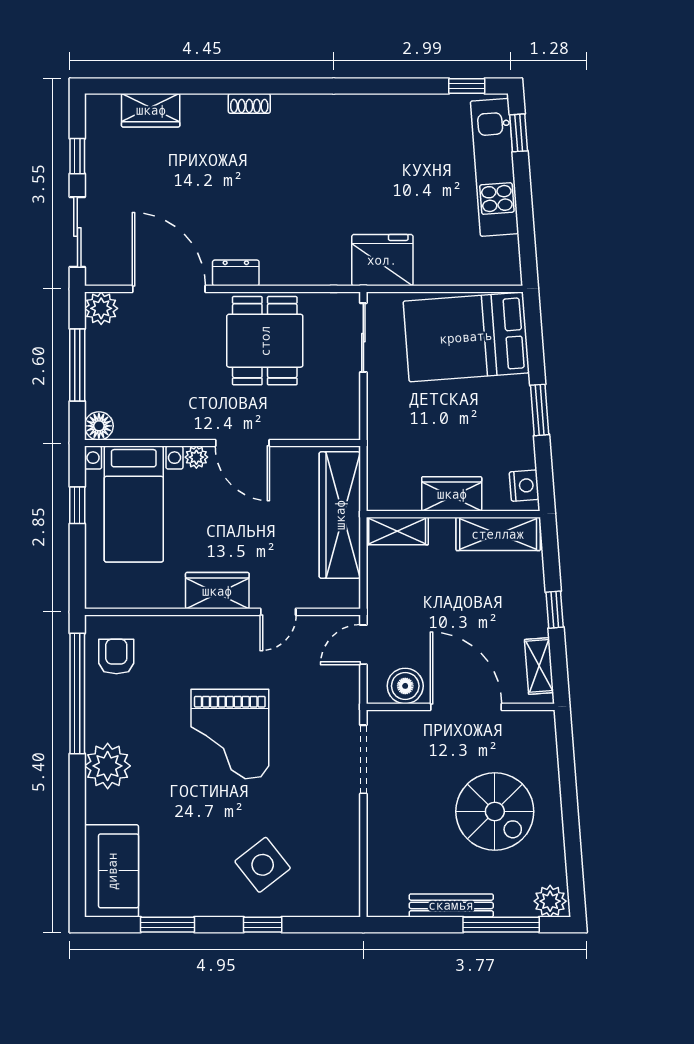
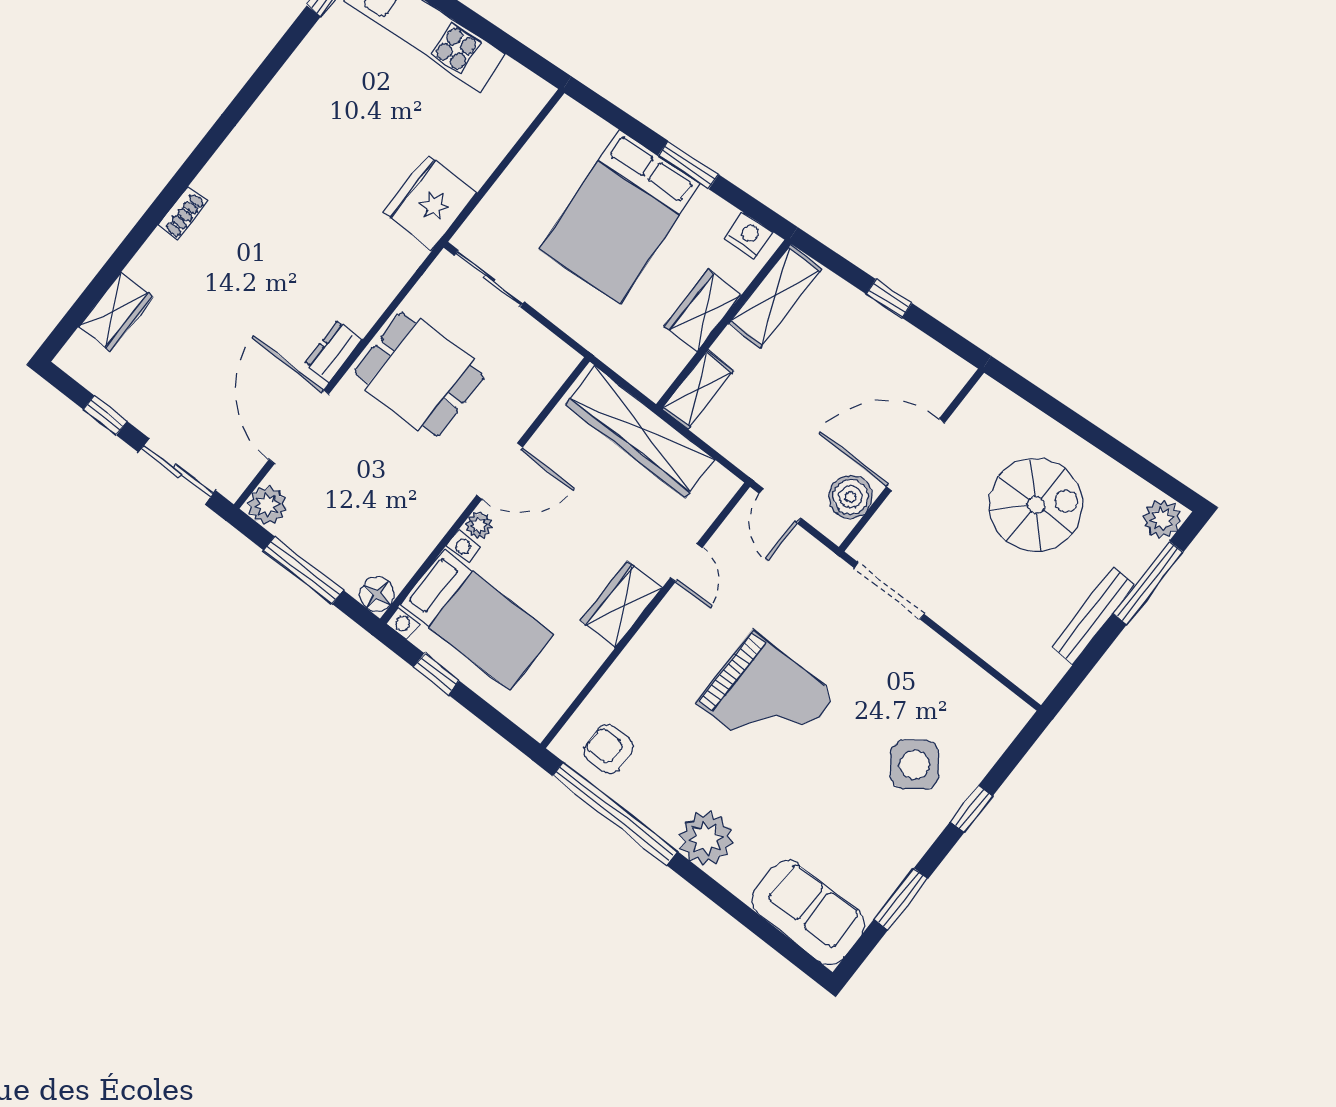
door: (169, 289) -> (299, 427), hinge flipped
bed: (466, 337) -> (619, 217), moved
shelving: (539, 666) -> (931, 355), removed

